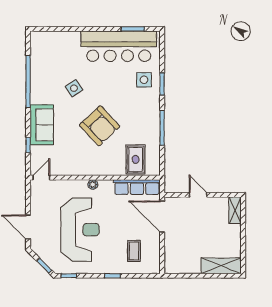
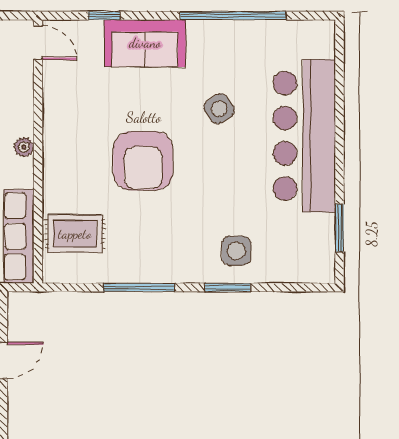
bar counter: (119, 46) -> (304, 136), moved
armchair: (100, 126) -> (143, 161), turned -47

